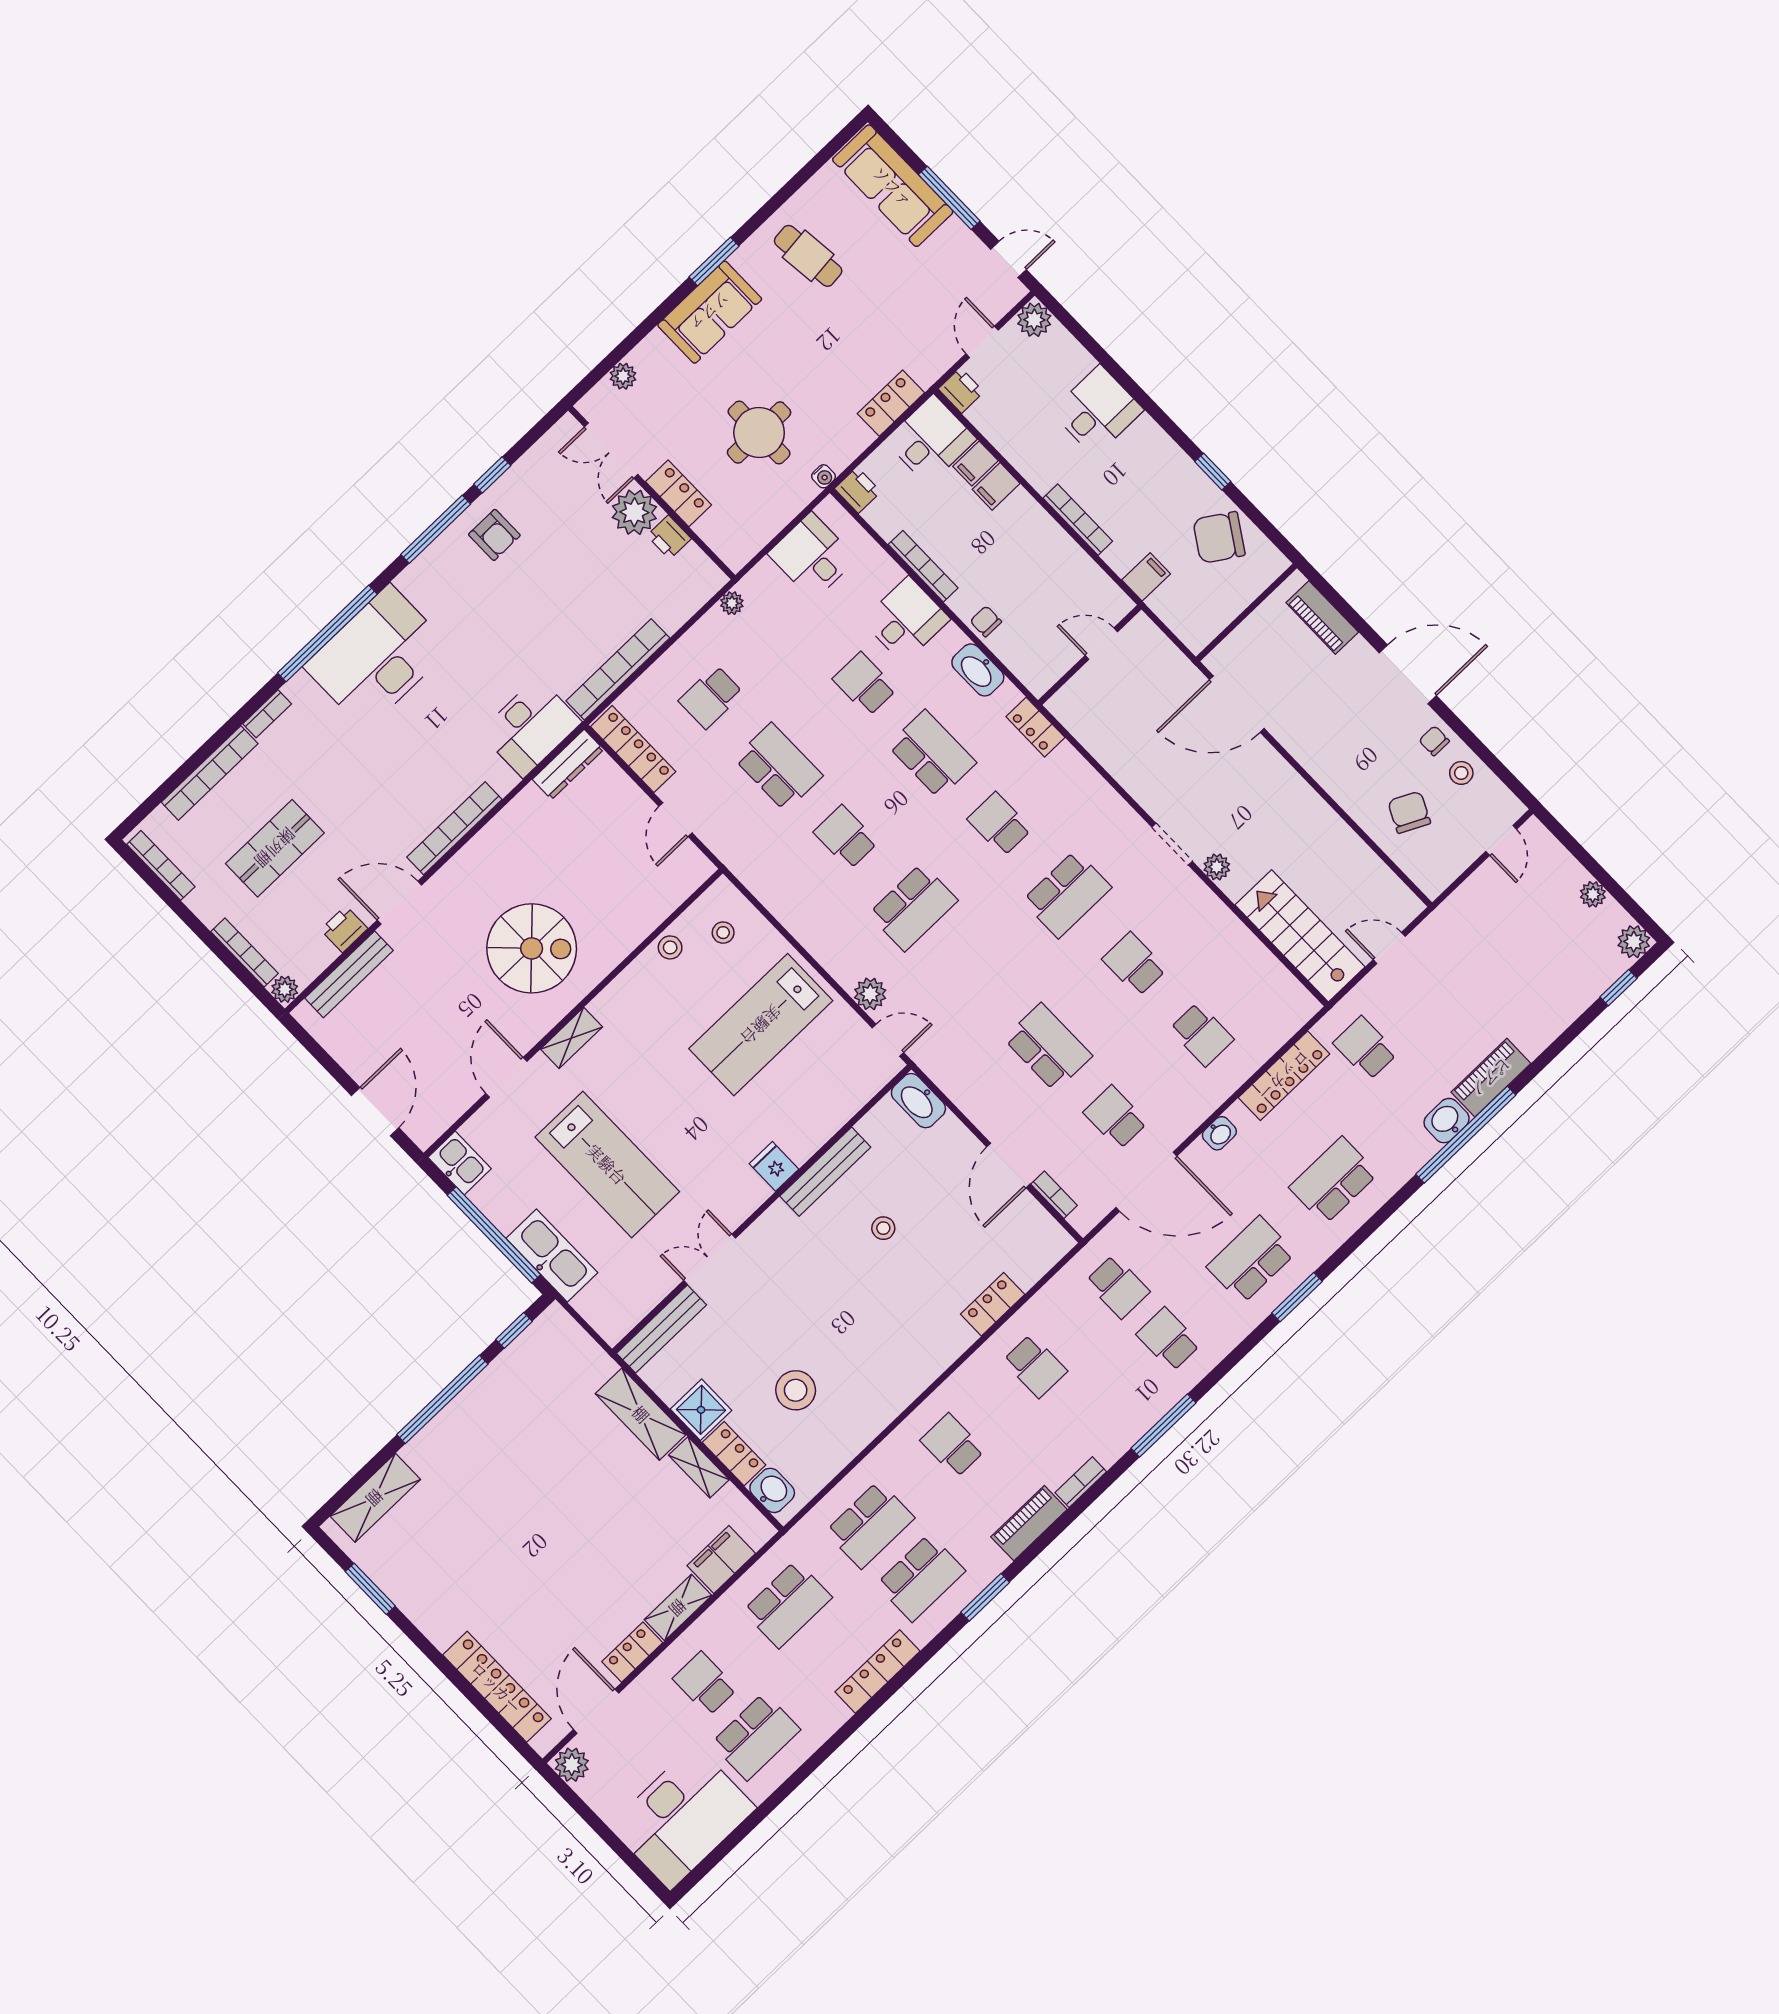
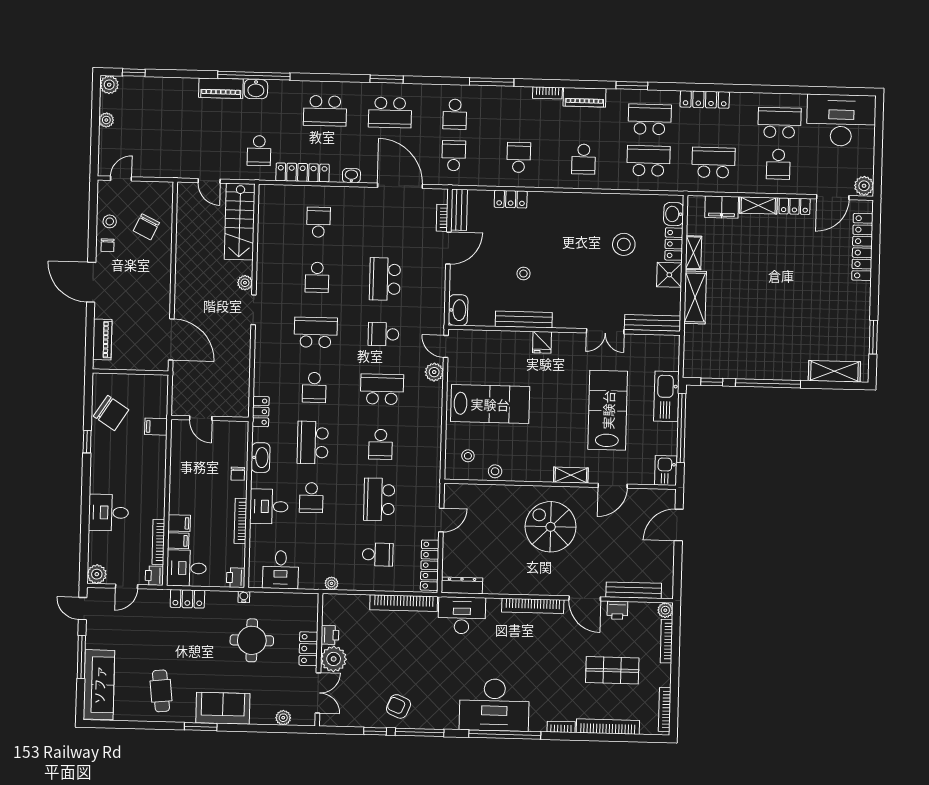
bookcase: (1078, 520) -> (158, 542), moved
armchair: (494, 535) -> (398, 706), turned -67
school desk: (1115, 1117) -> (383, 334), moved, turned 90
bench: (1043, 1226) -> (459, 210), added

